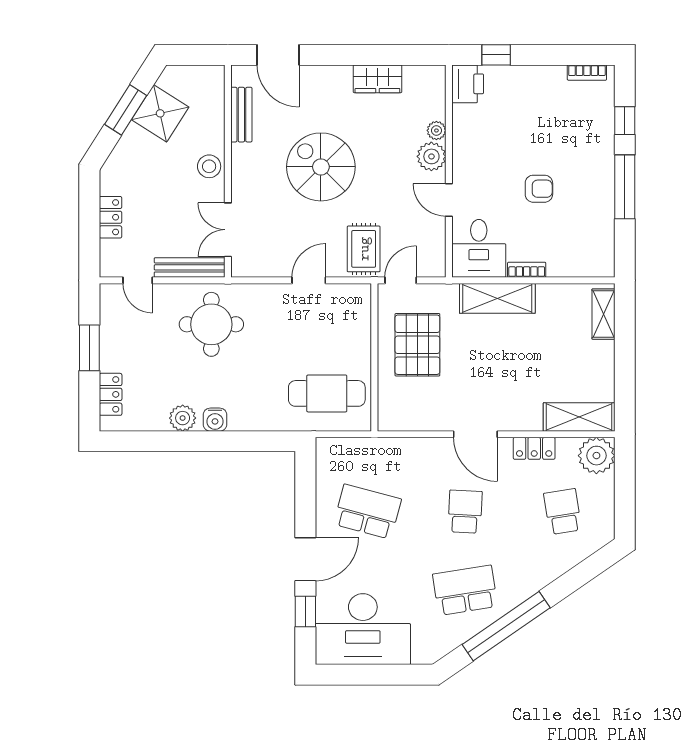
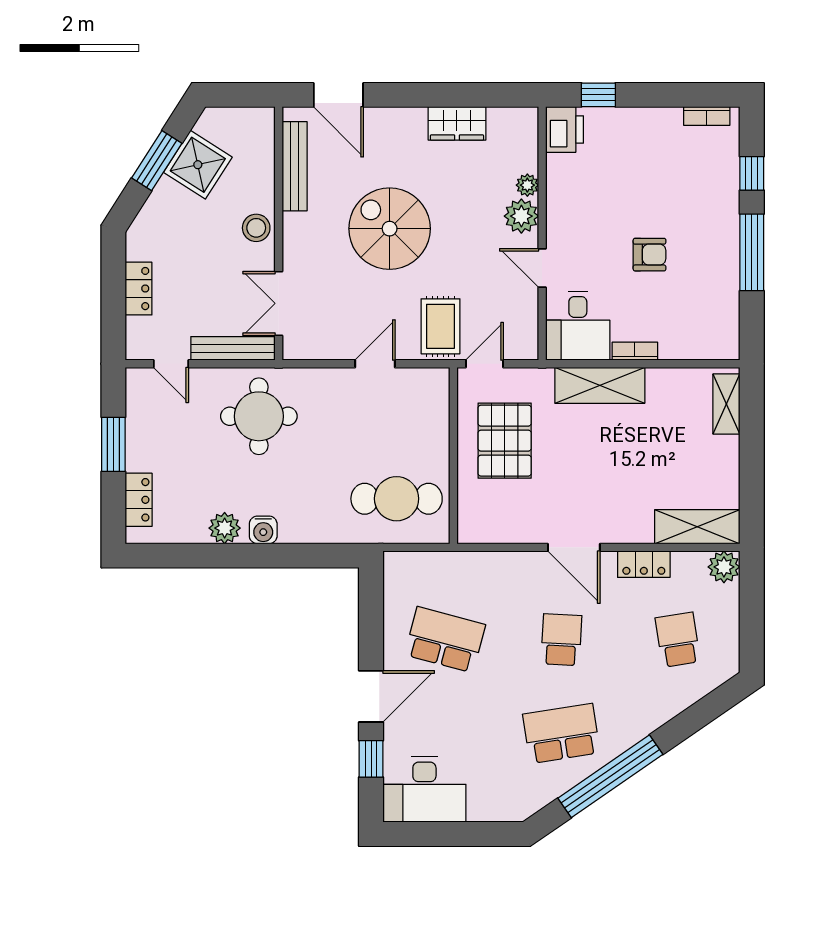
bench: (241, 115) -> (295, 166), width x1.36
plant: (596, 456) -> (724, 567), width x0.73, depth x0.73
desk: (363, 629) -> (424, 790), width x0.73, depth x0.77

